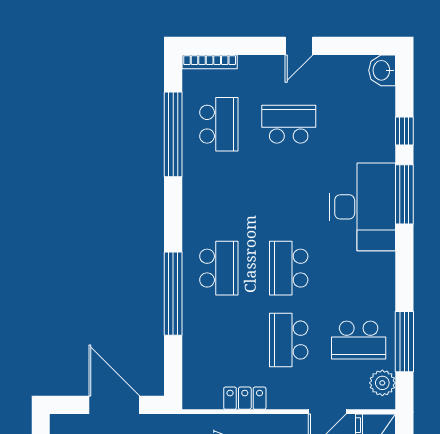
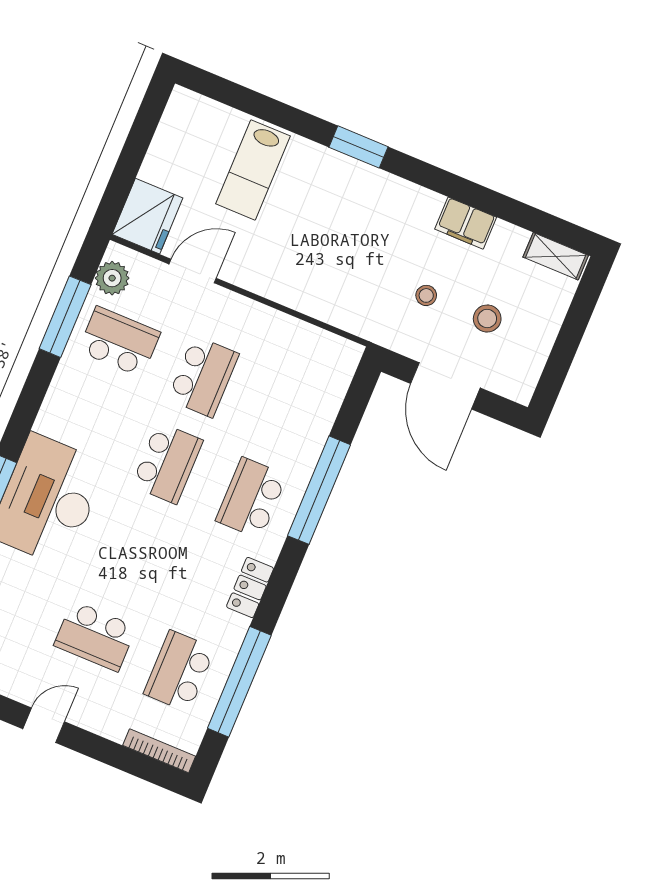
locker: (245, 398) -> (250, 587), moved, turned 90

